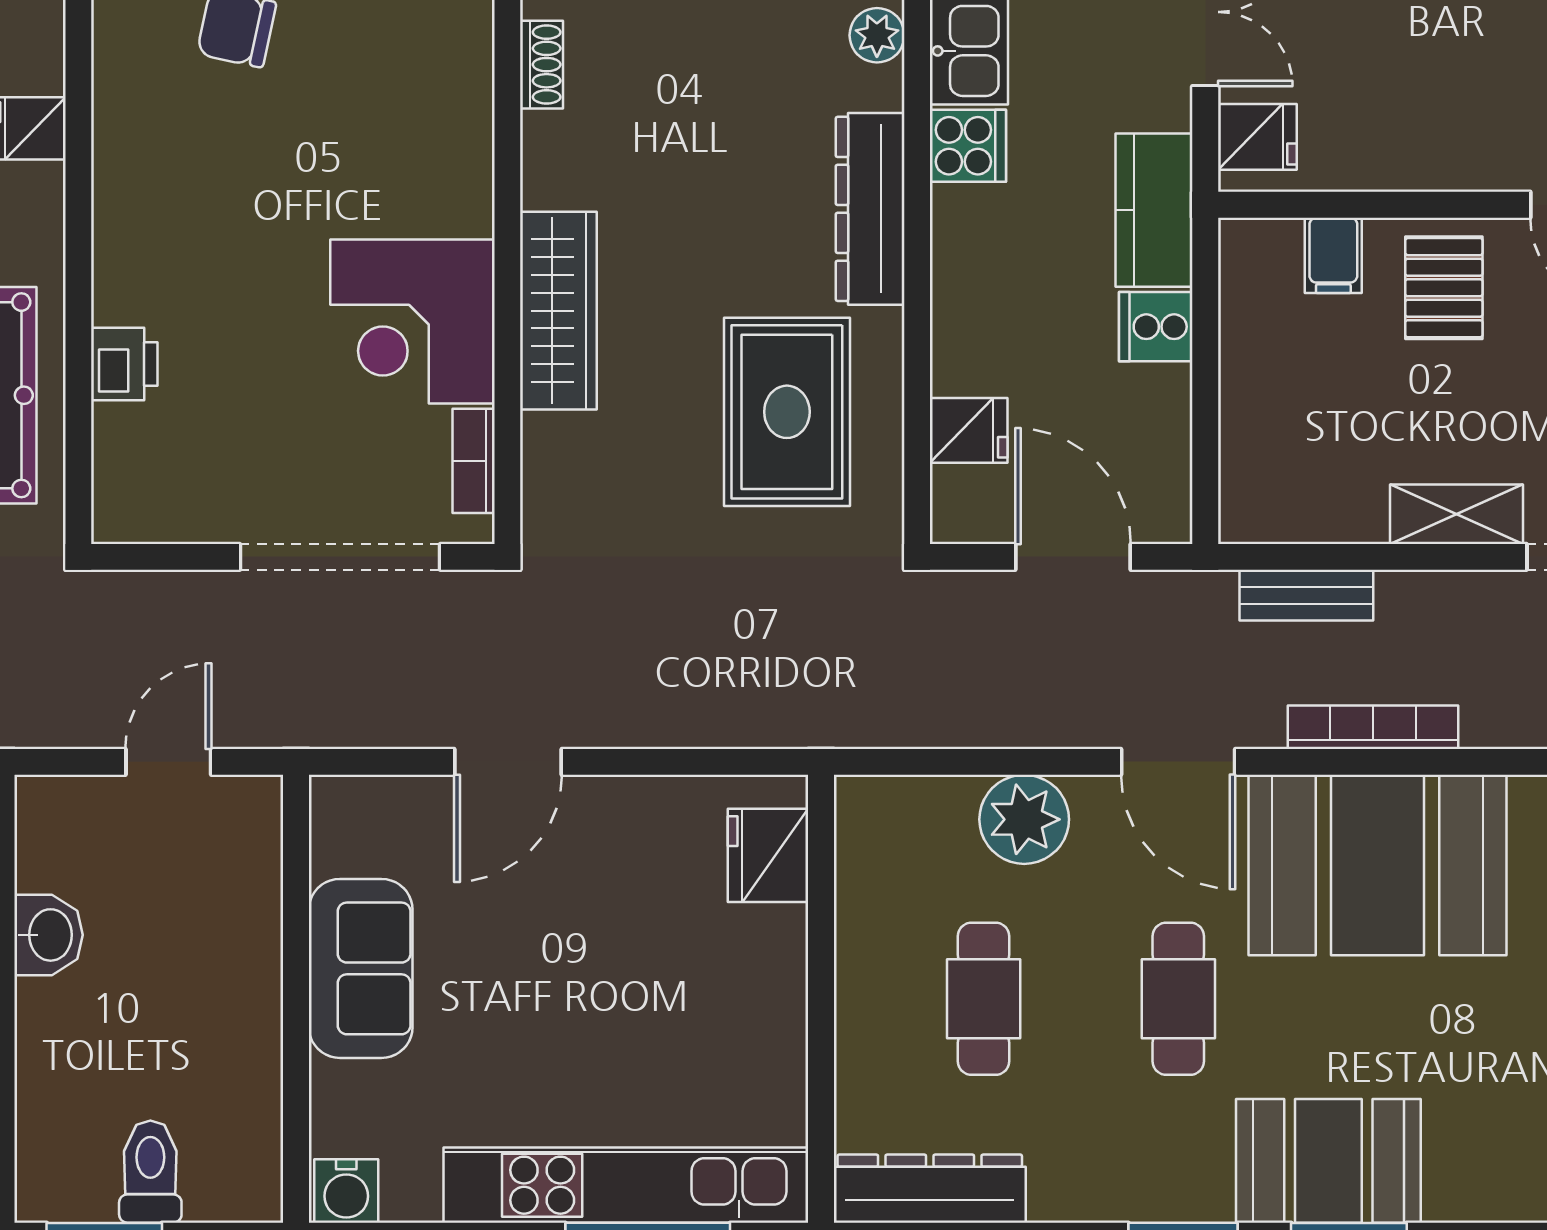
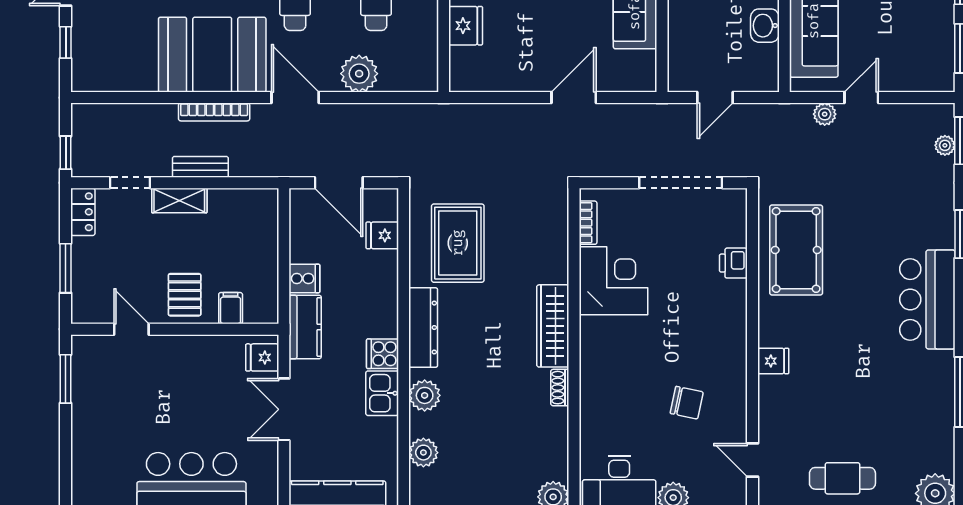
plant: (877, 35) -> (425, 395), width x1.38, depth x1.38
wardrobe: (558, 311) -> (553, 326), moved
doorway: (340, 557) -> (681, 183), moved
bench: (1306, 595) -> (200, 167), moved
fridge: (768, 855) -> (466, 26), moved

